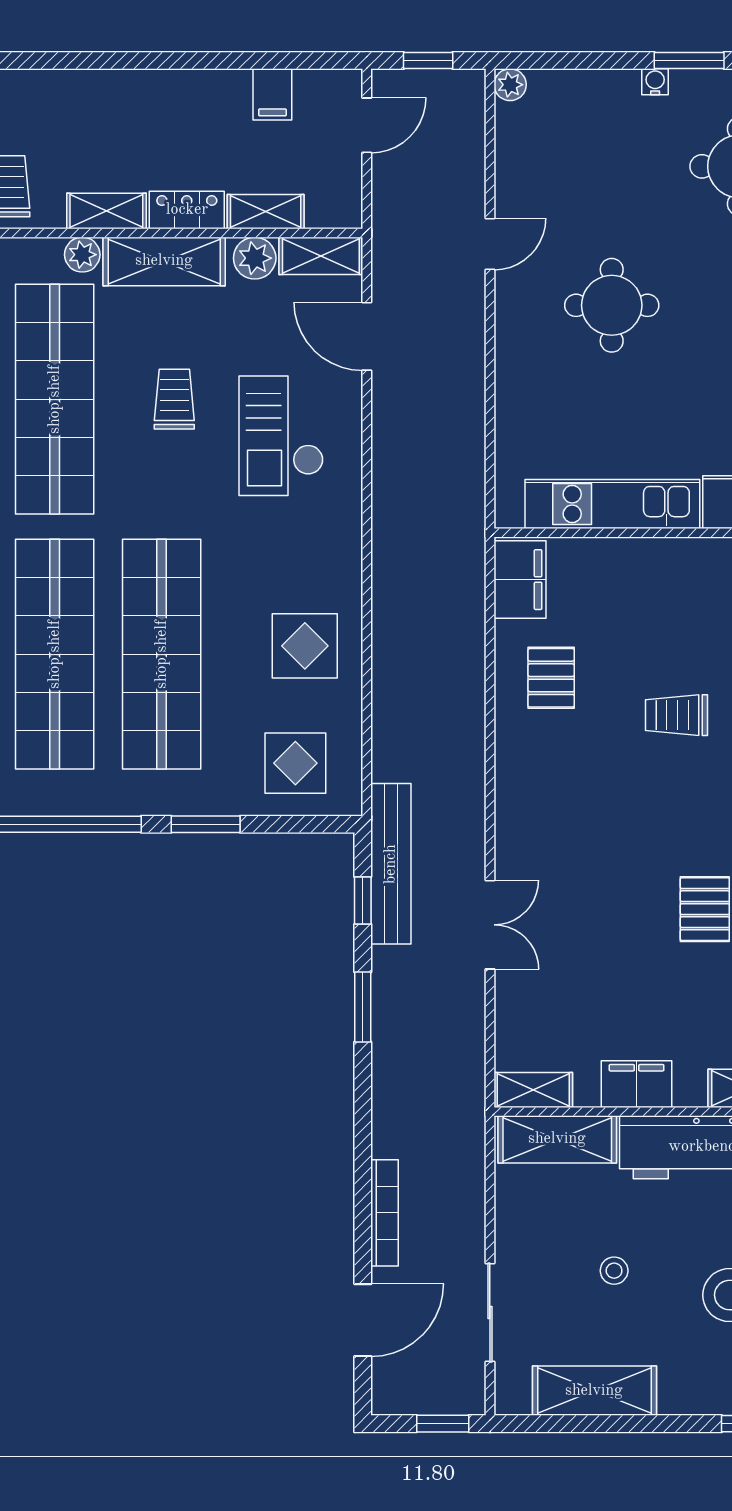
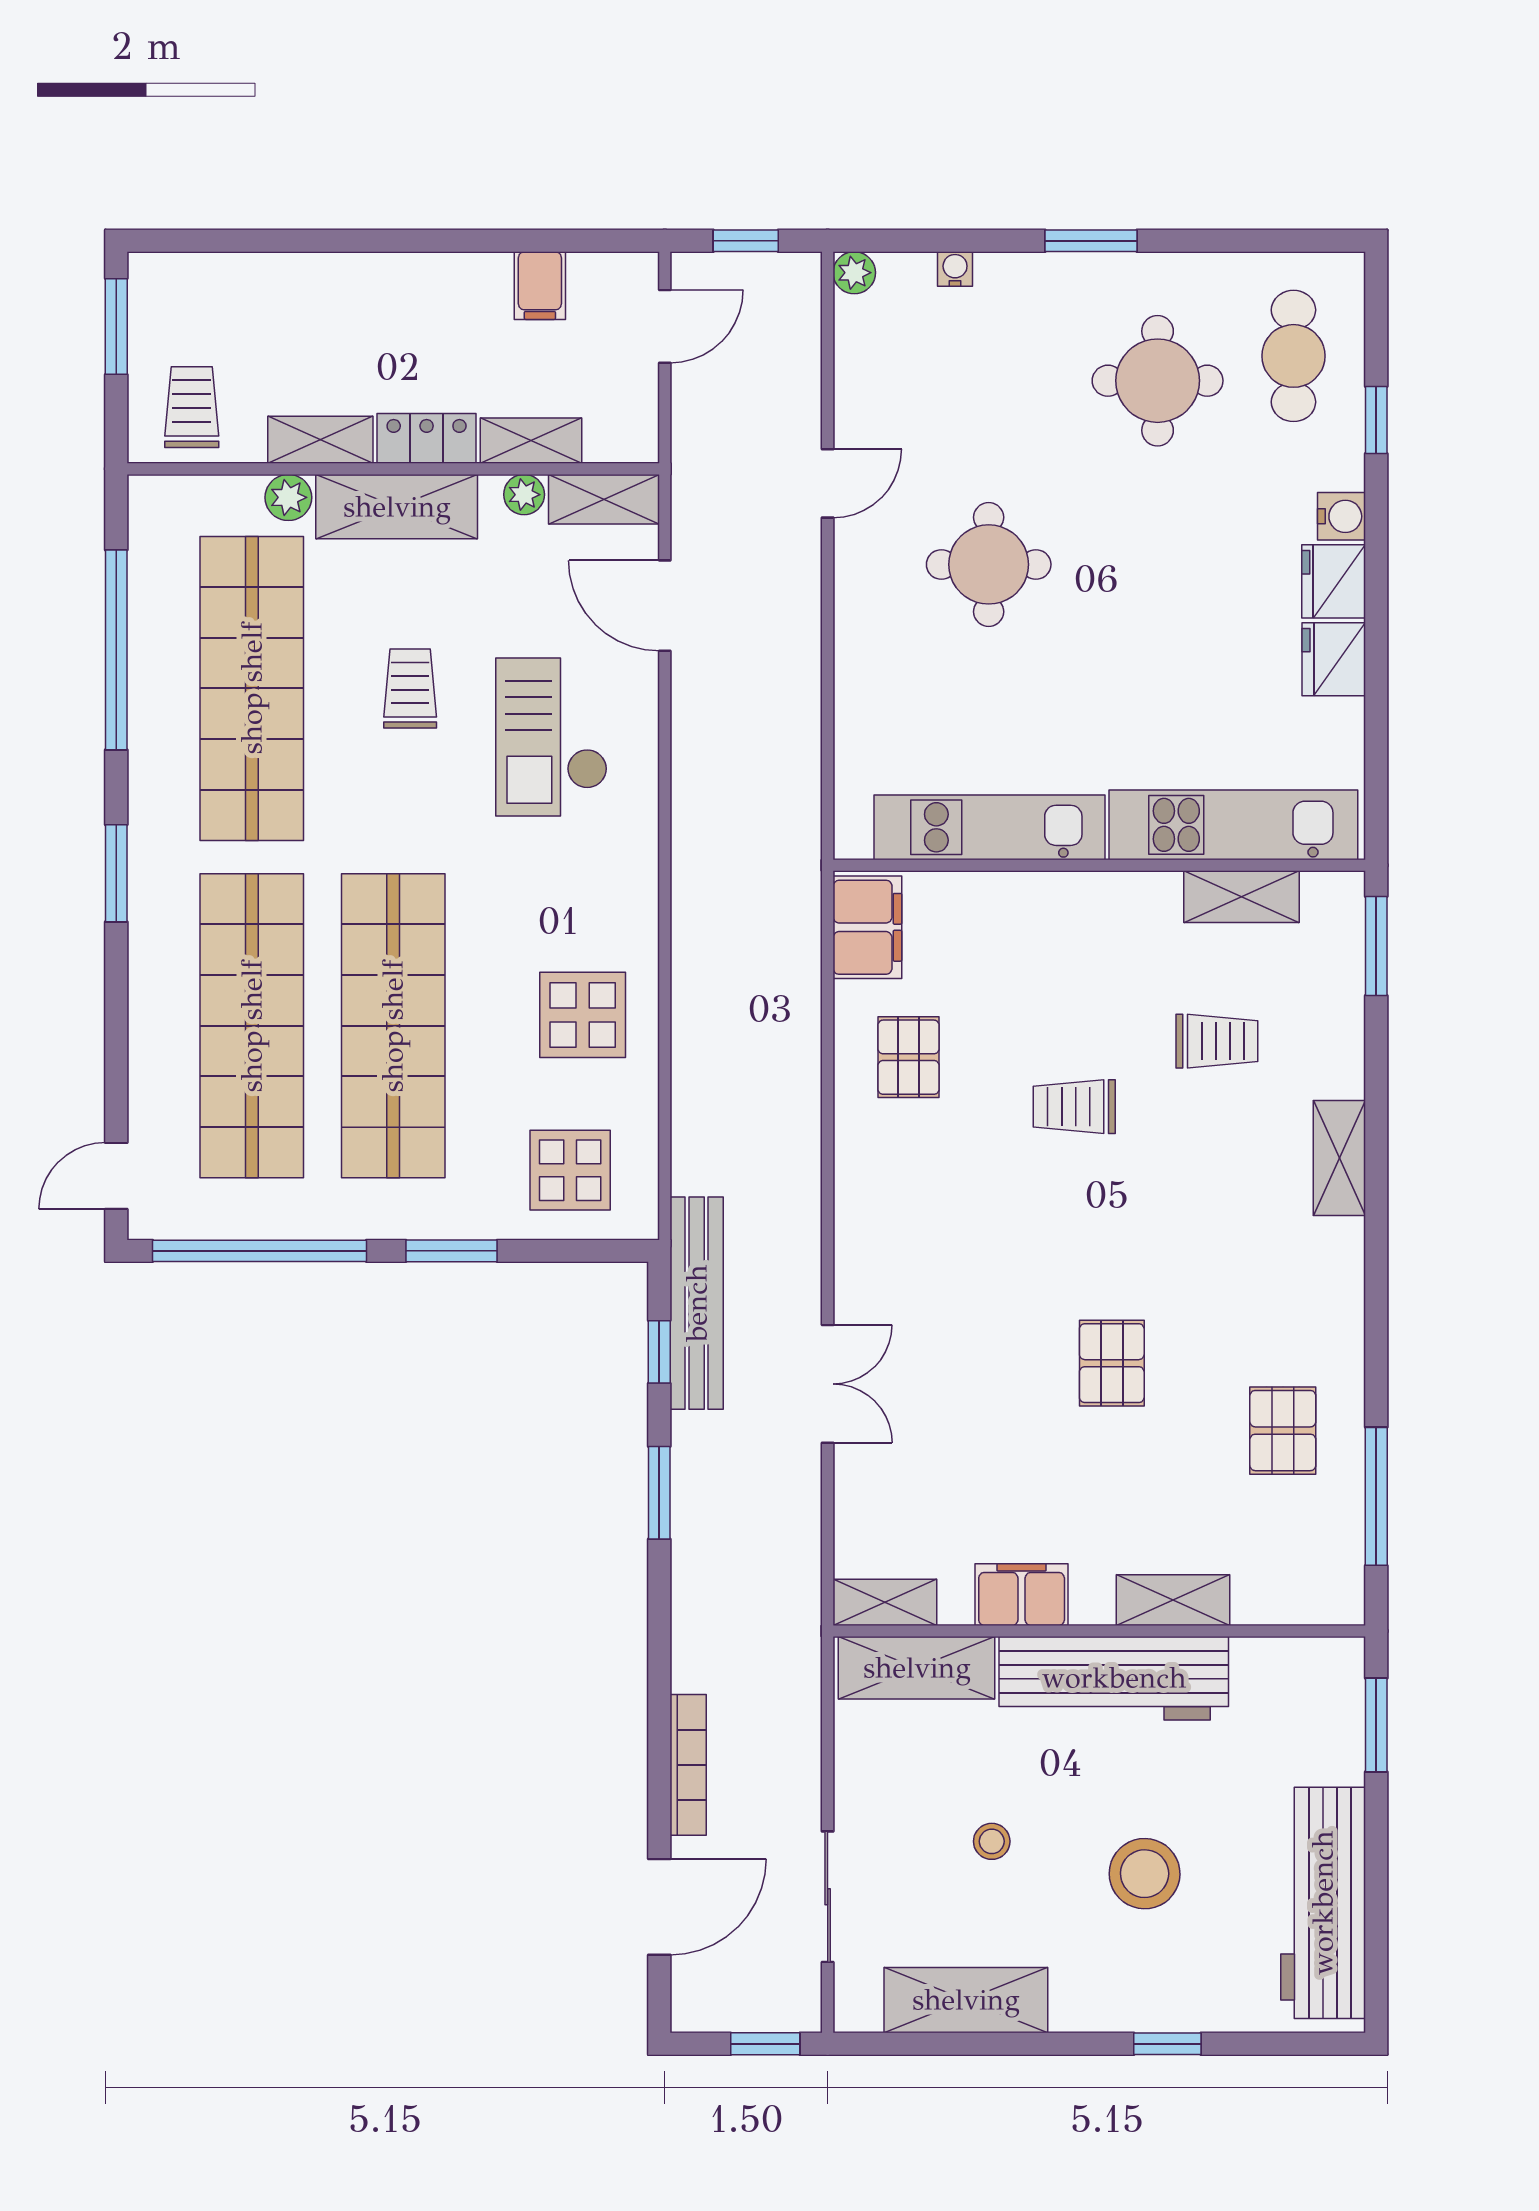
water cooler: (655, 82) -> (955, 269), moved
plant: (255, 258) -> (524, 495), width x0.73, depth x0.73

